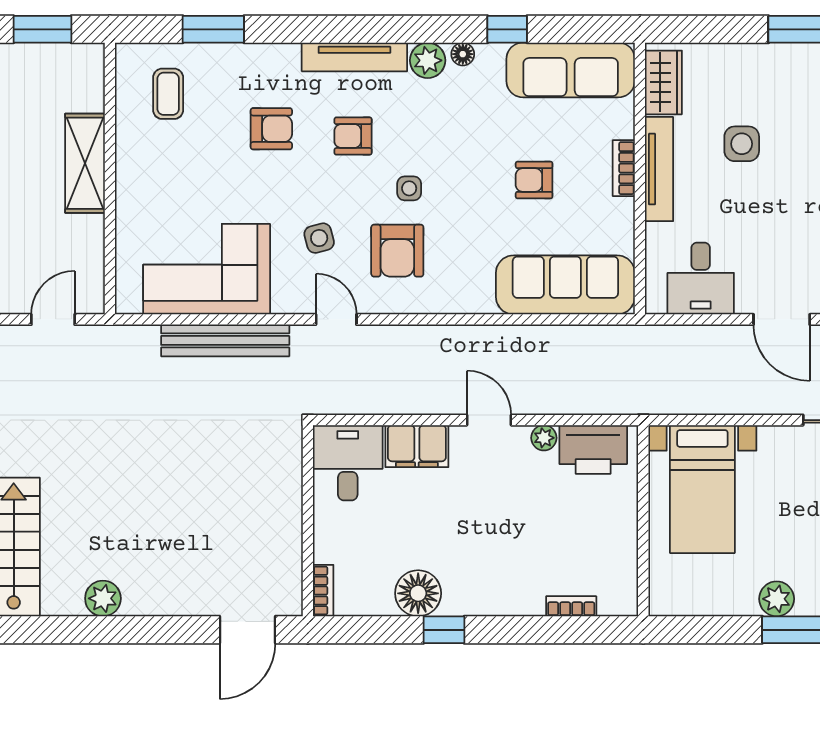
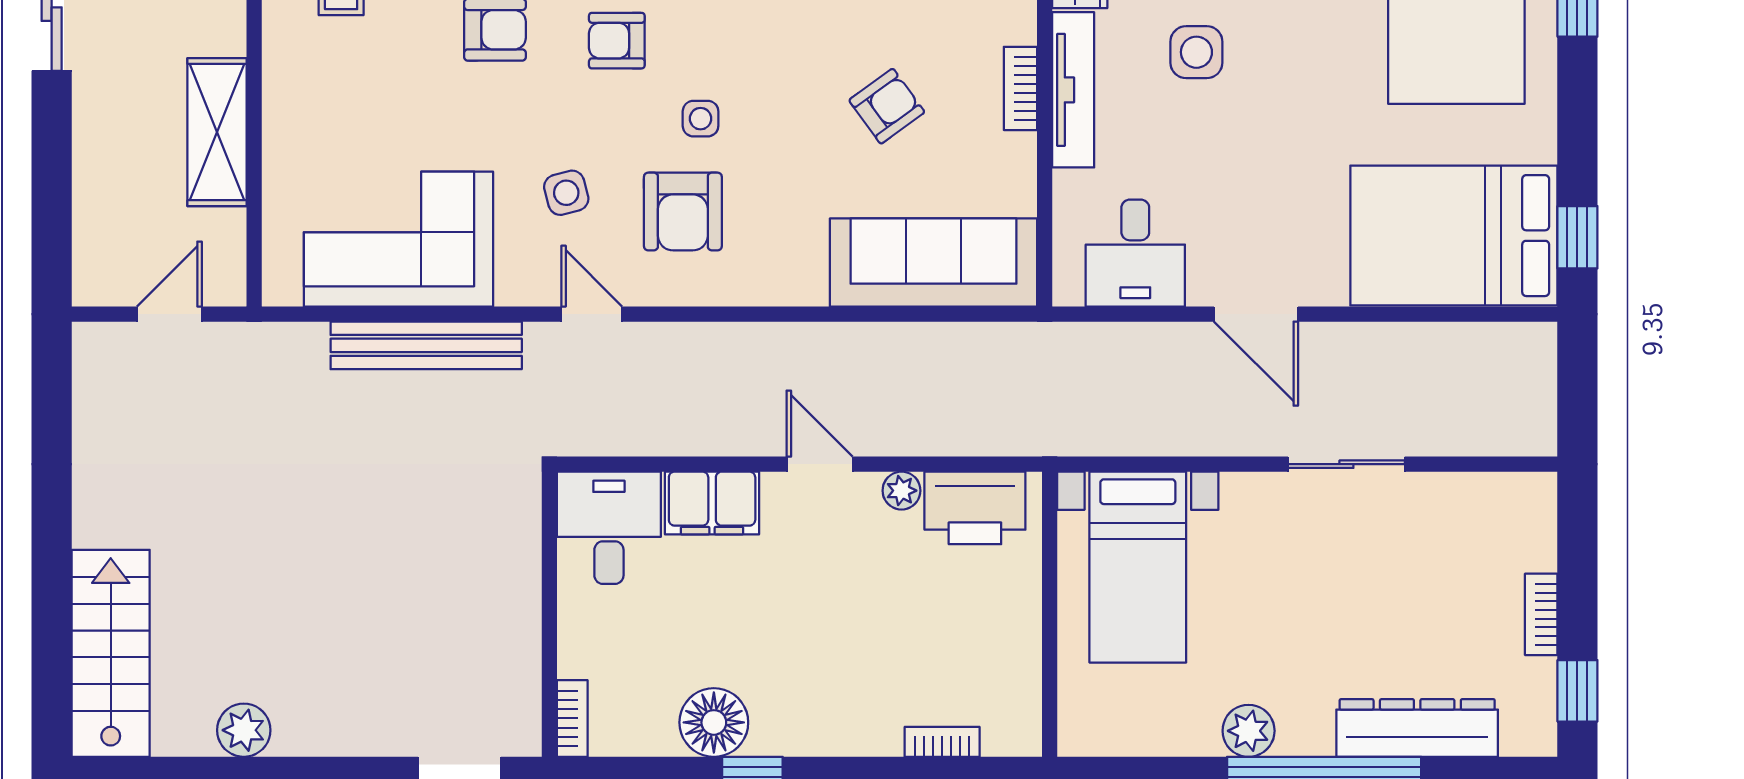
shelving: (85, 163) -> (217, 132), moved
armchair: (534, 180) -> (887, 106), turned 144

